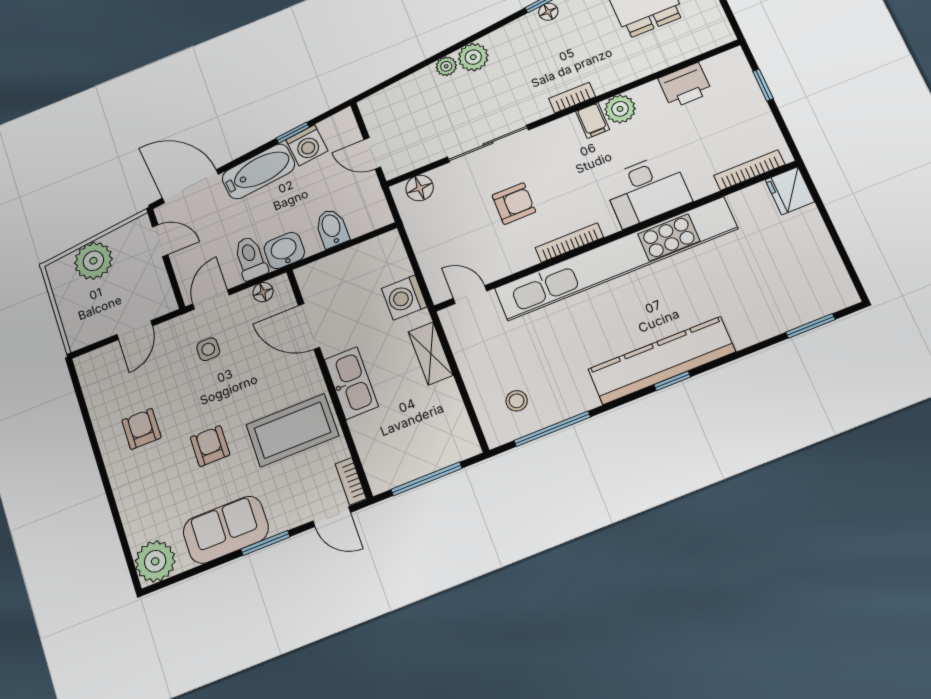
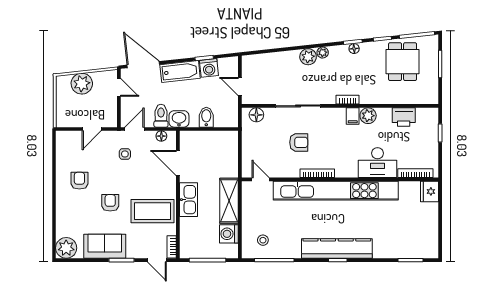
plant: (446, 66) -> (323, 53), moved
desk: (647, 190) -> (377, 163), moved
washing machine: (404, 298) -> (229, 234), moved
shelving: (431, 354) -> (229, 201), width x1.50, depth x1.33

